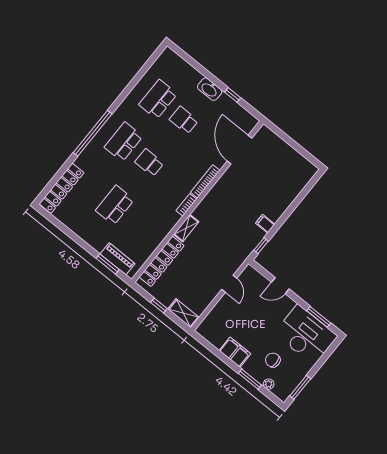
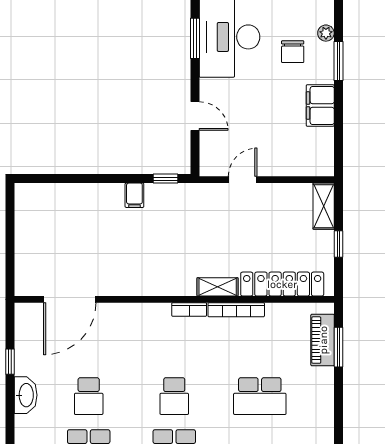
bookcase: (205, 181) -> (236, 310), moved

